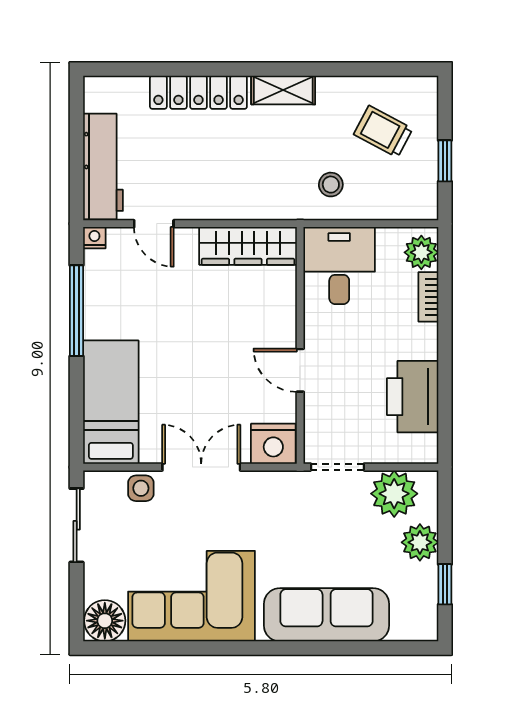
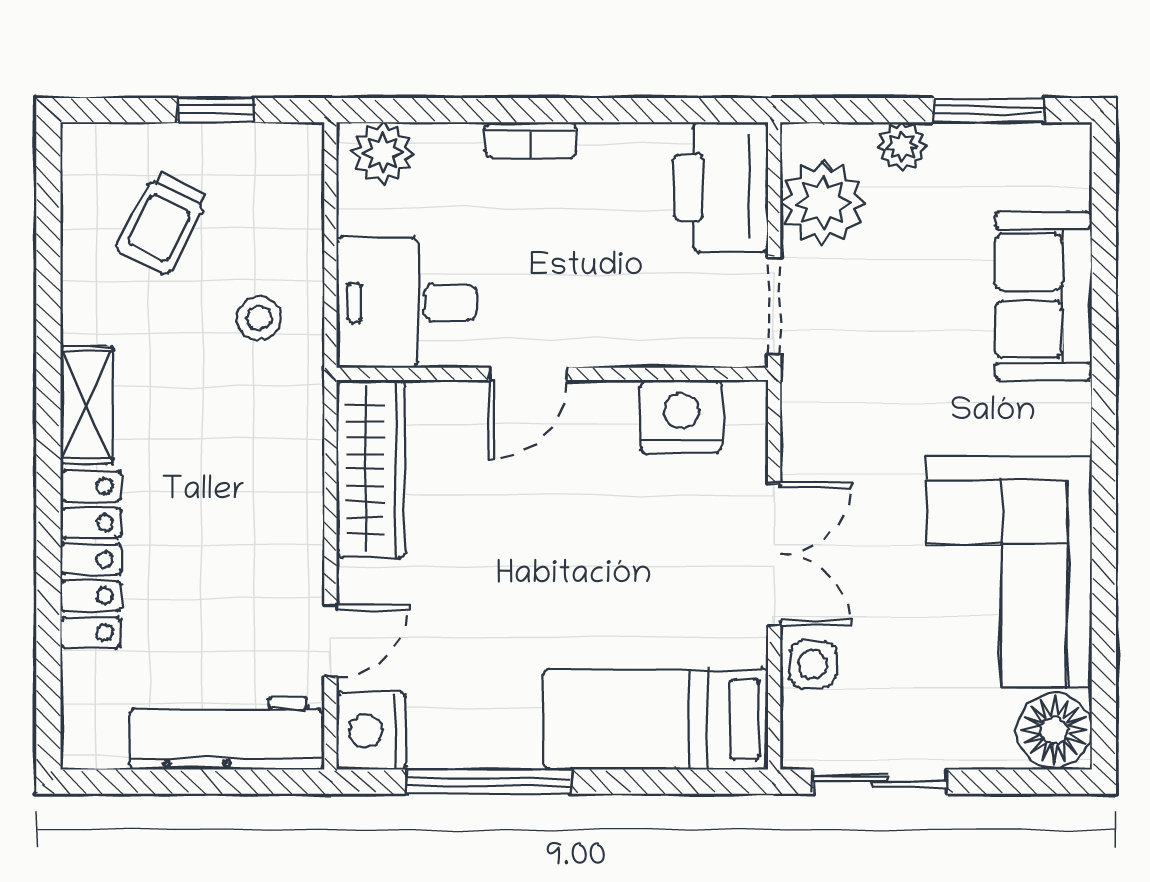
nightstand: (94, 238) -> (371, 731), width x1.89, depth x1.79
bookcase: (428, 297) -> (531, 140), moved
door: (300, 370) -> (528, 374), moved
printer: (413, 397) -> (721, 187), moved, turned 90
nightstand: (273, 444) -> (681, 416), moved, turned -90
double door: (201, 467) -> (774, 554), swing flipped
plant: (420, 542) -> (902, 146), width x0.73, depth x0.73
window: (445, 584) -> (988, 110), width x1.50
sofa: (327, 615) -> (1043, 296), width x0.73

